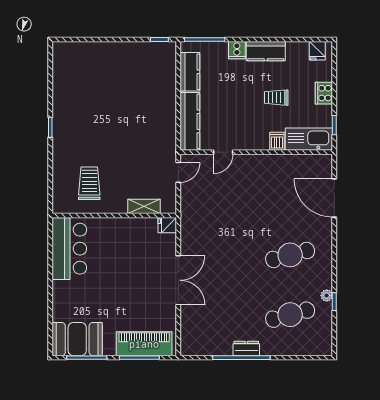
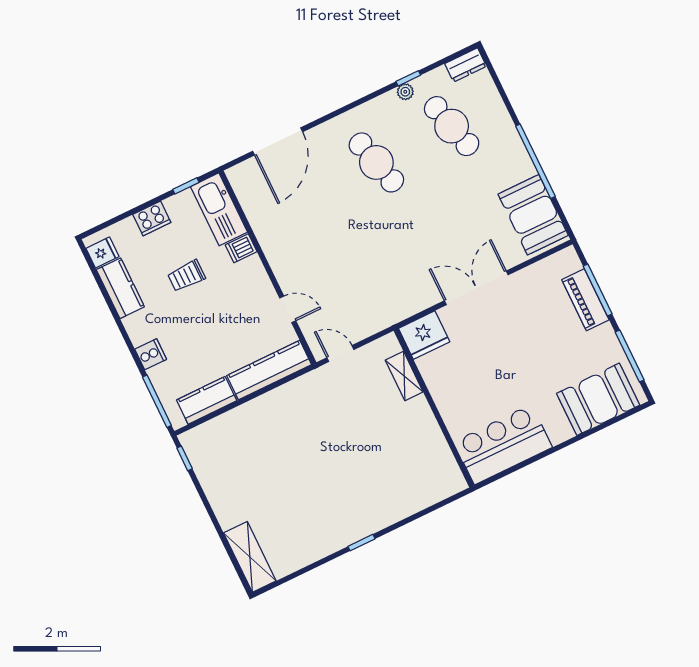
shelving: (76, 51) -> (250, 557), added
kitchen counter: (266, 51) -> (120, 288), moved
trolley: (276, 98) -> (186, 276), turned 90
trolley: (89, 183) -> (408, 459), removed
fridge: (167, 225) -> (424, 335), width x1.88, depth x1.34
booth: (77, 339) -> (598, 399), moved, turned 90
booth: (208, 340) -> (533, 215), added
piano: (144, 344) -> (585, 300), width x0.73, depth x0.75
dresser: (246, 348) -> (466, 65), moved, turned -90

